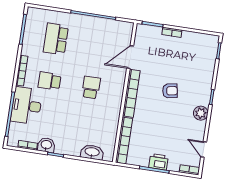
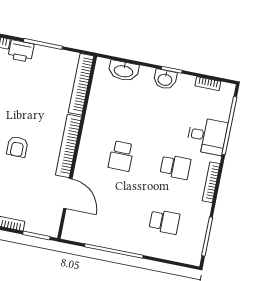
school desk: (56, 39) -> (164, 222), width x0.54
door: (130, 57) -> (68, 194), hinge flipped
armchair: (170, 91) -> (17, 147), turned -80
desk: (27, 106) -> (207, 136), width x0.73
washbasin: (46, 145) -> (165, 79), moved
printer: (158, 162) -> (21, 51), moved

